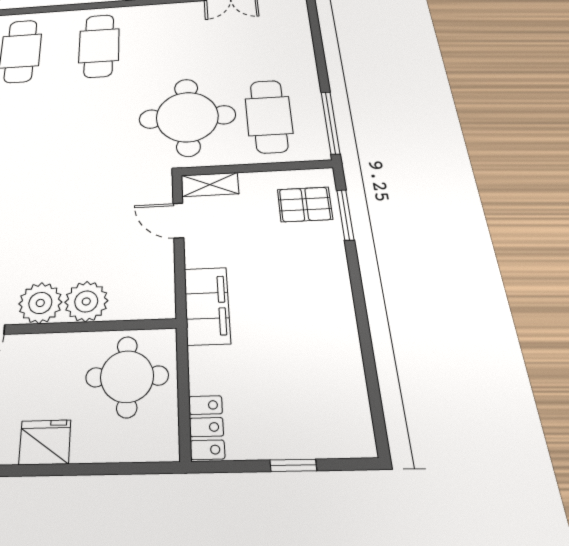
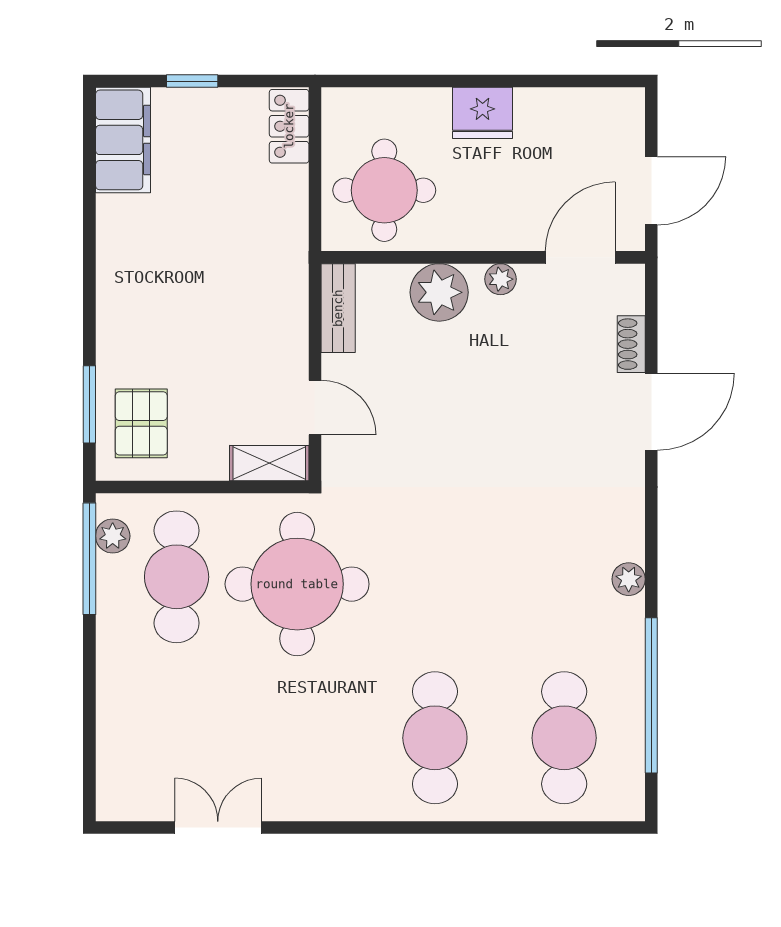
plant: (316, 136) -> (113, 536), added
pallet: (305, 204) -> (141, 423), turned 90
bench: (163, 288) -> (338, 308), added
plant: (40, 303) -> (501, 279), width x0.53, depth x0.53
filing cabinet: (207, 306) -> (123, 140), moved, turned 180

